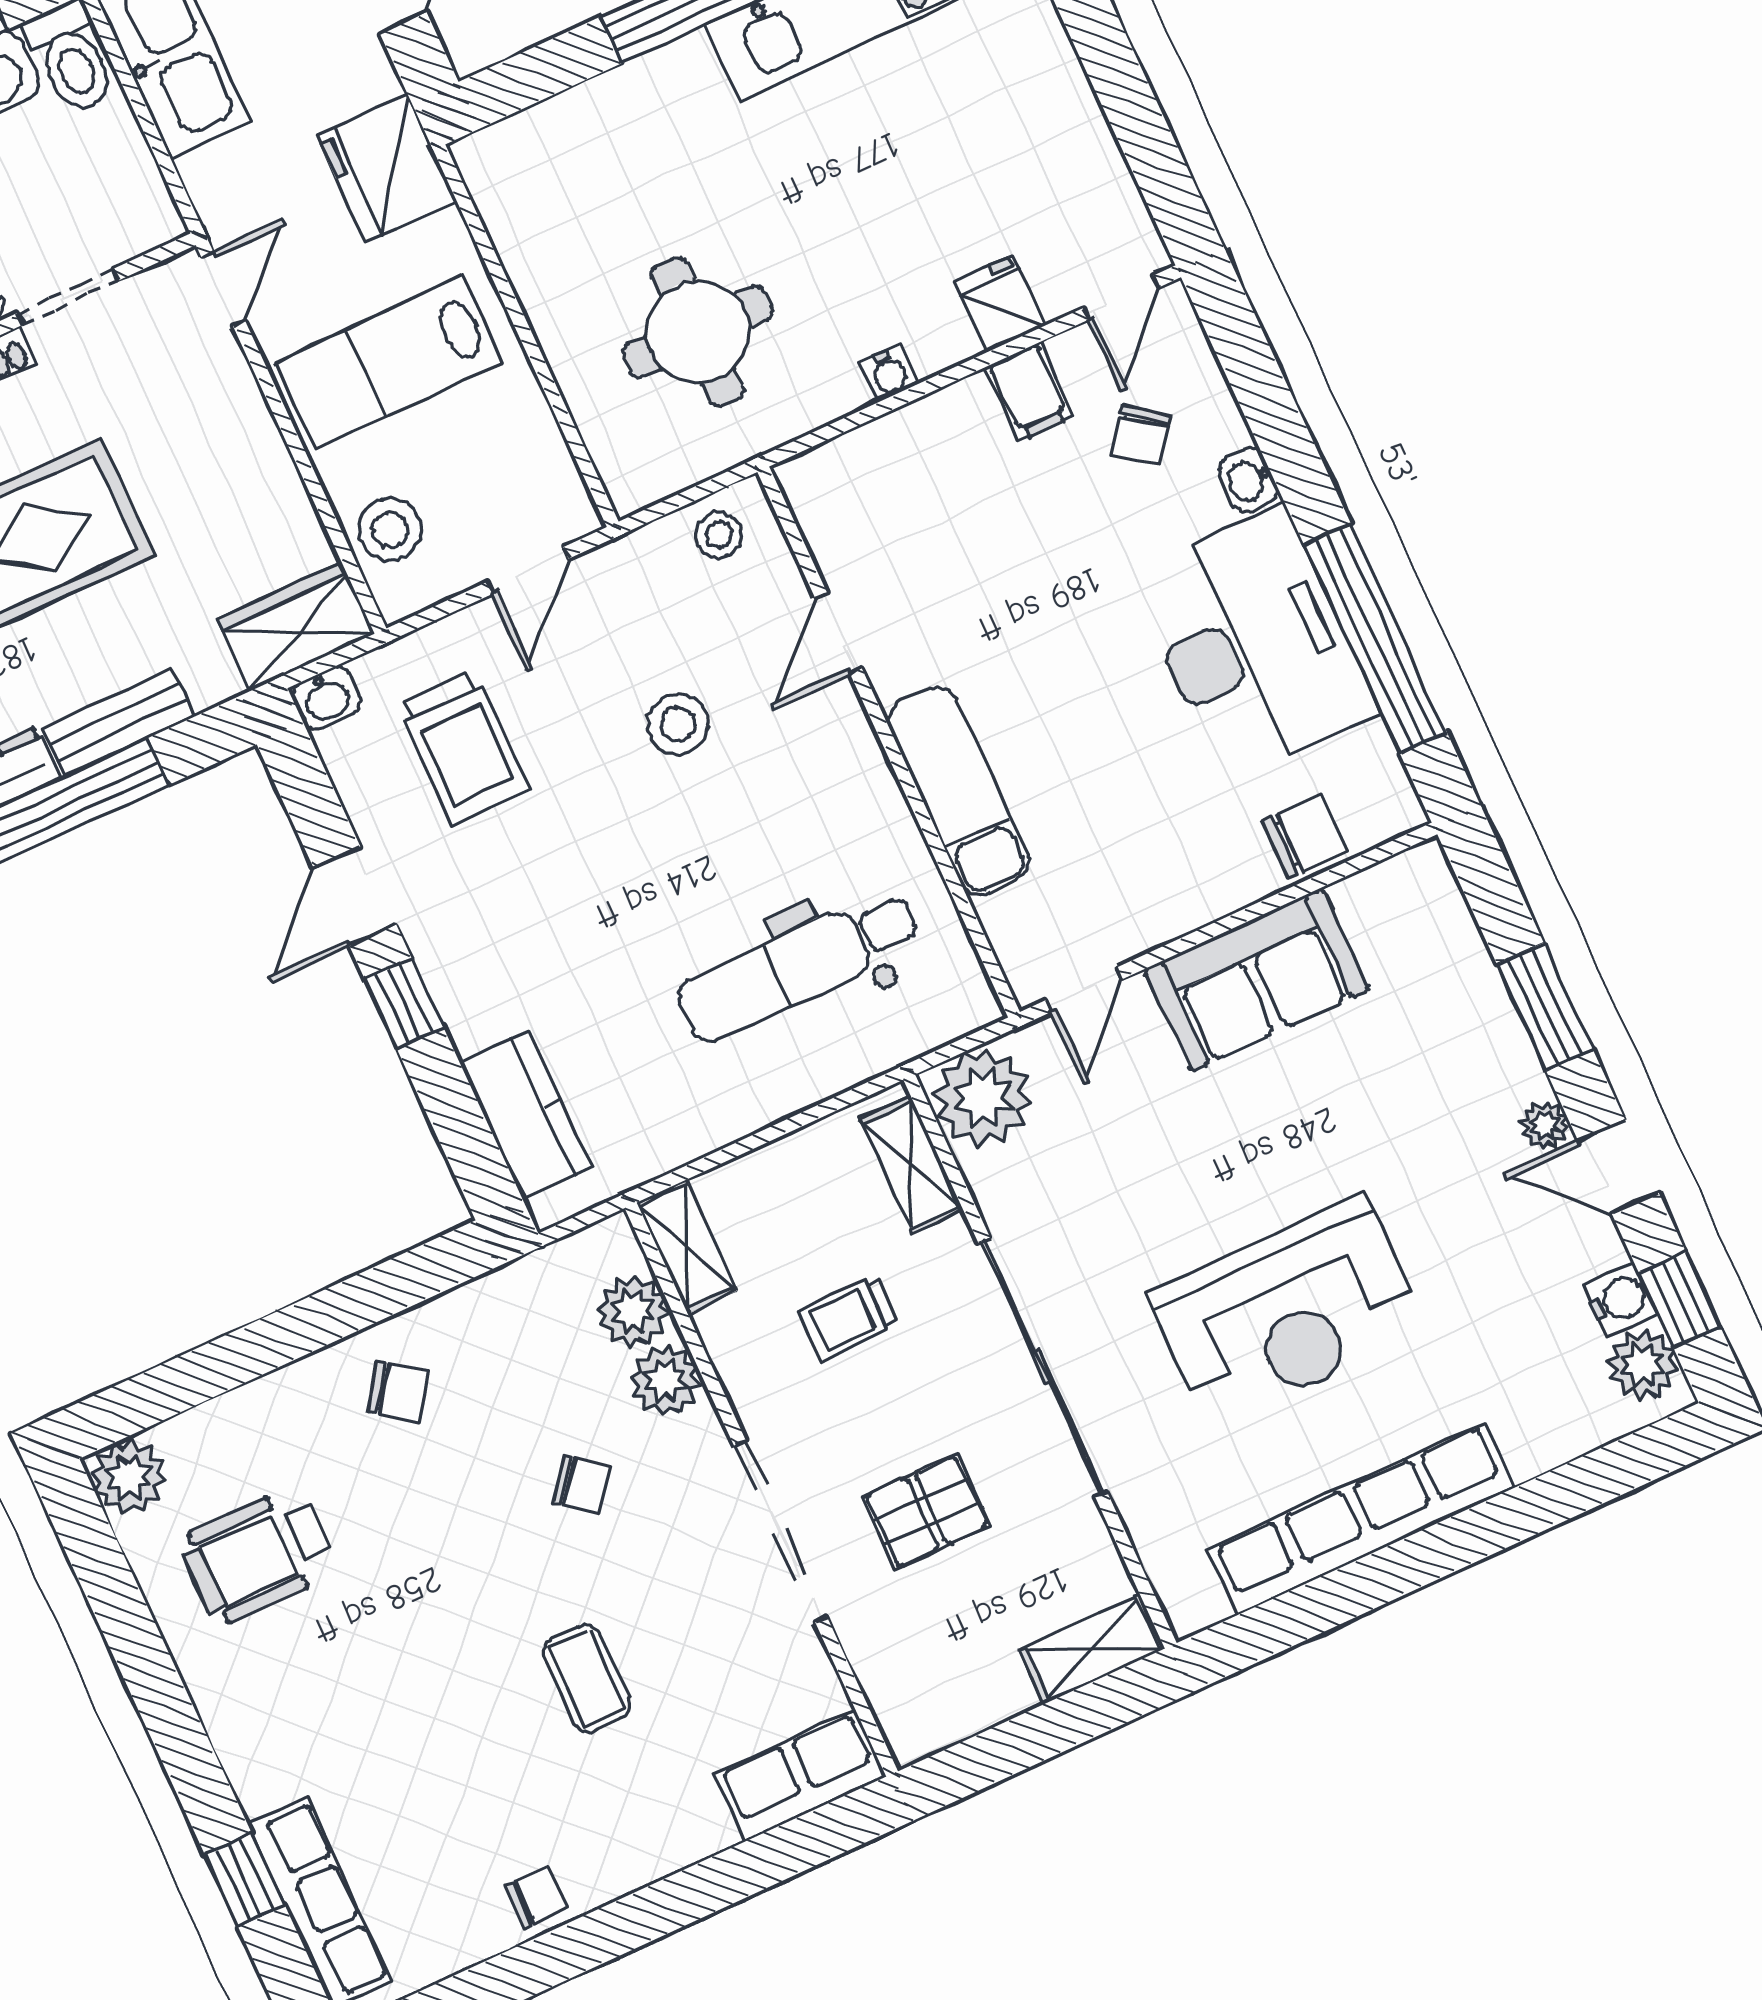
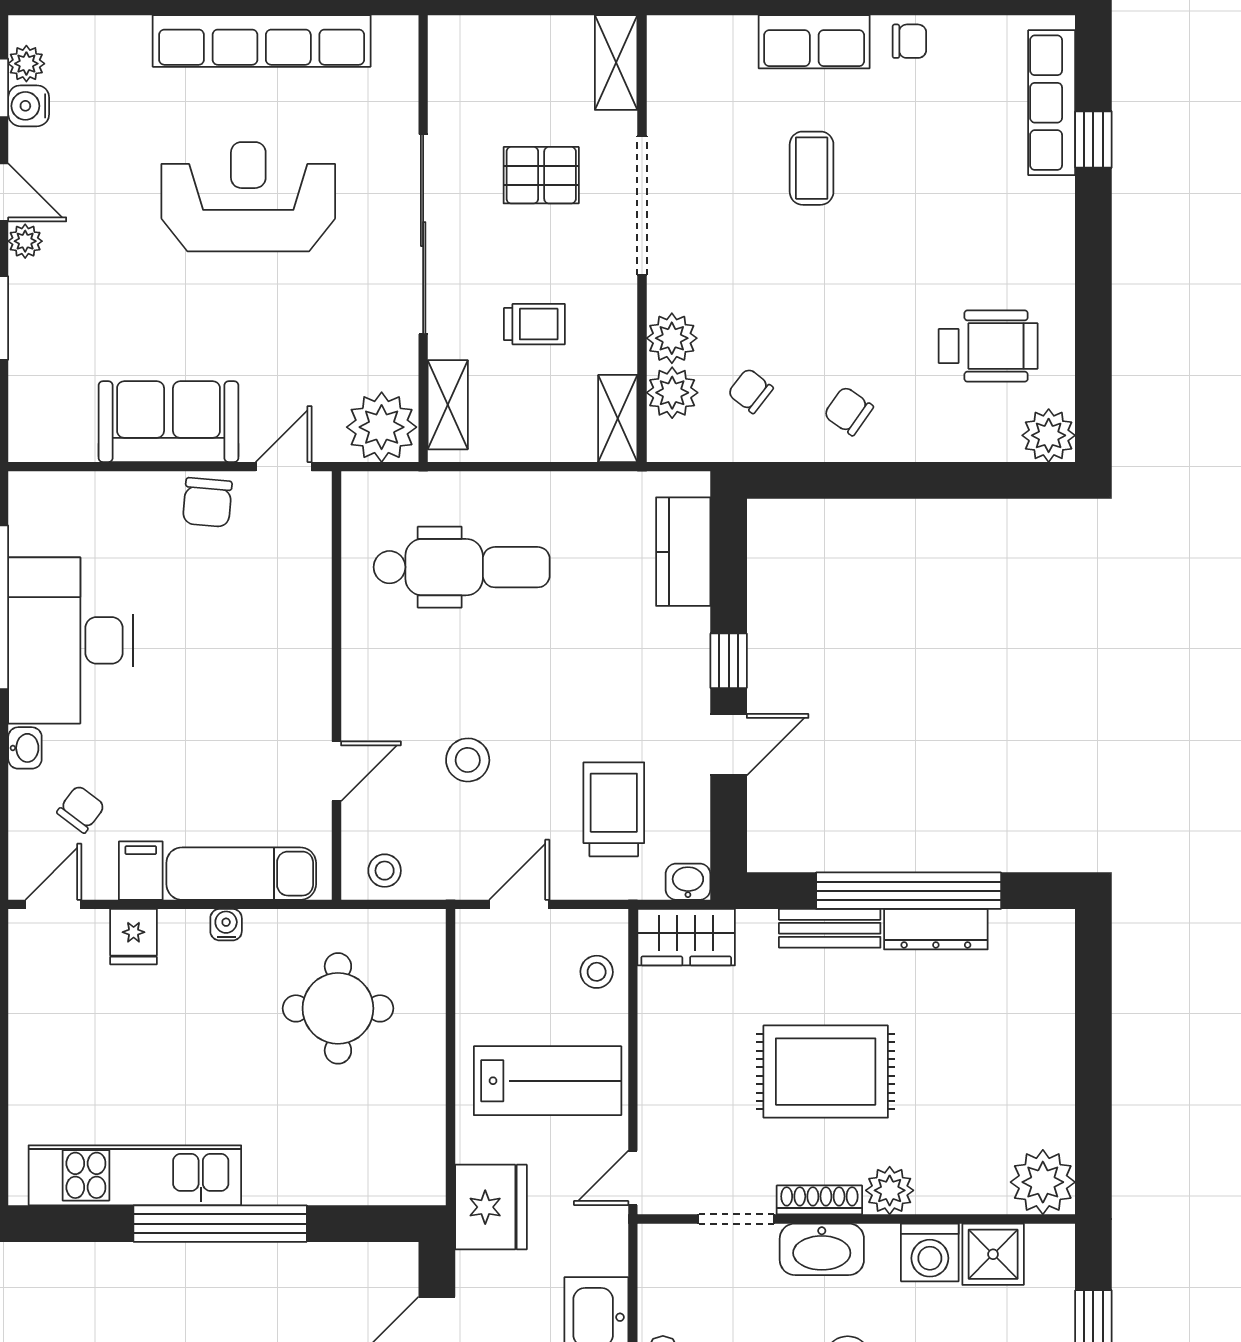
stool: (390, 530) -> (597, 972), width x0.73, depth x0.73
exam couch: (959, 791) -> (241, 874), moved, turned 90
chair: (1305, 836) -> (207, 502), moved, turned -85
plant: (1643, 1365) -> (26, 64), width x0.73, depth x0.73
chair: (581, 1484) -> (750, 391), moved
shelving: (1092, 1649) -> (616, 63), moved, turned 90
row of seats: (800, 1775) -> (814, 42), moved
chair: (537, 1897) -> (909, 41), turned 180

